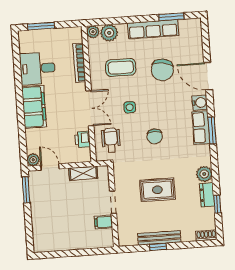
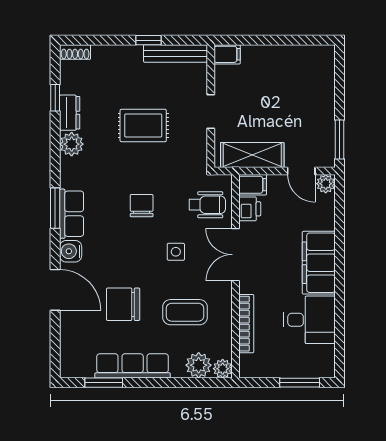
chair: (162, 70) -> (123, 304), turned -99
wheelchair: (111, 140) -> (207, 205), turned -90
filing cabinet: (82, 156) -> (253, 185), added
shelving: (83, 173) -> (252, 155), width x1.50, depth x1.33
filing cabinet: (104, 222) -> (227, 54), moved
bench: (159, 238) -> (176, 53), moved

